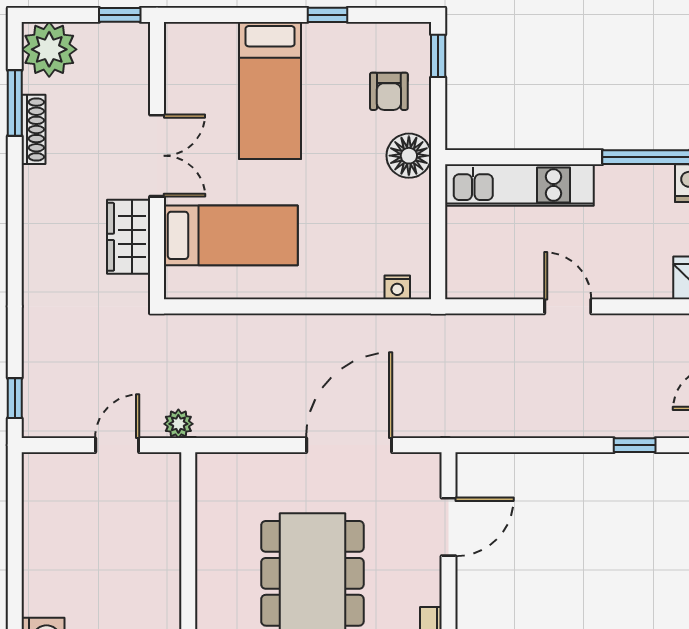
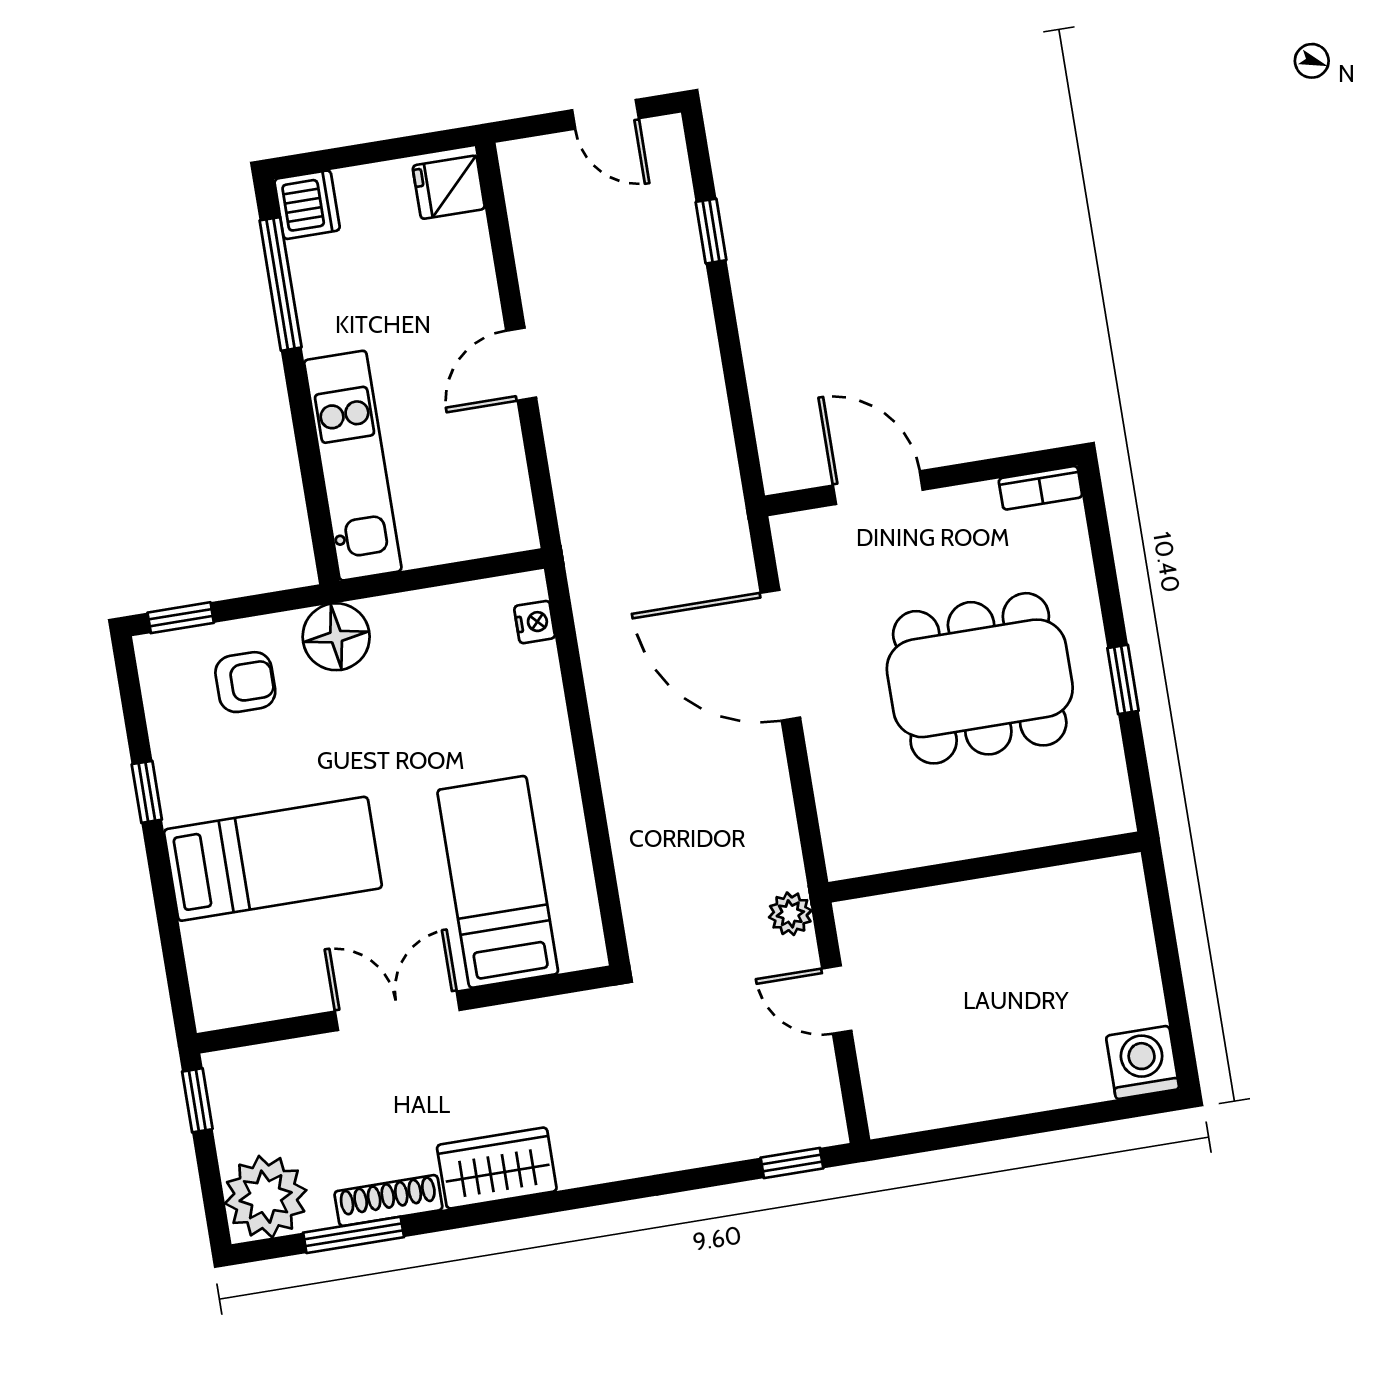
wardrobe: (129, 237) -> (497, 1168), moved, turned 180

